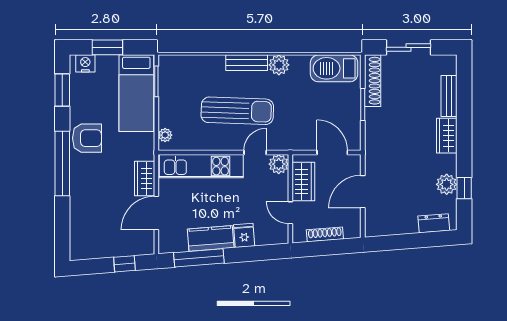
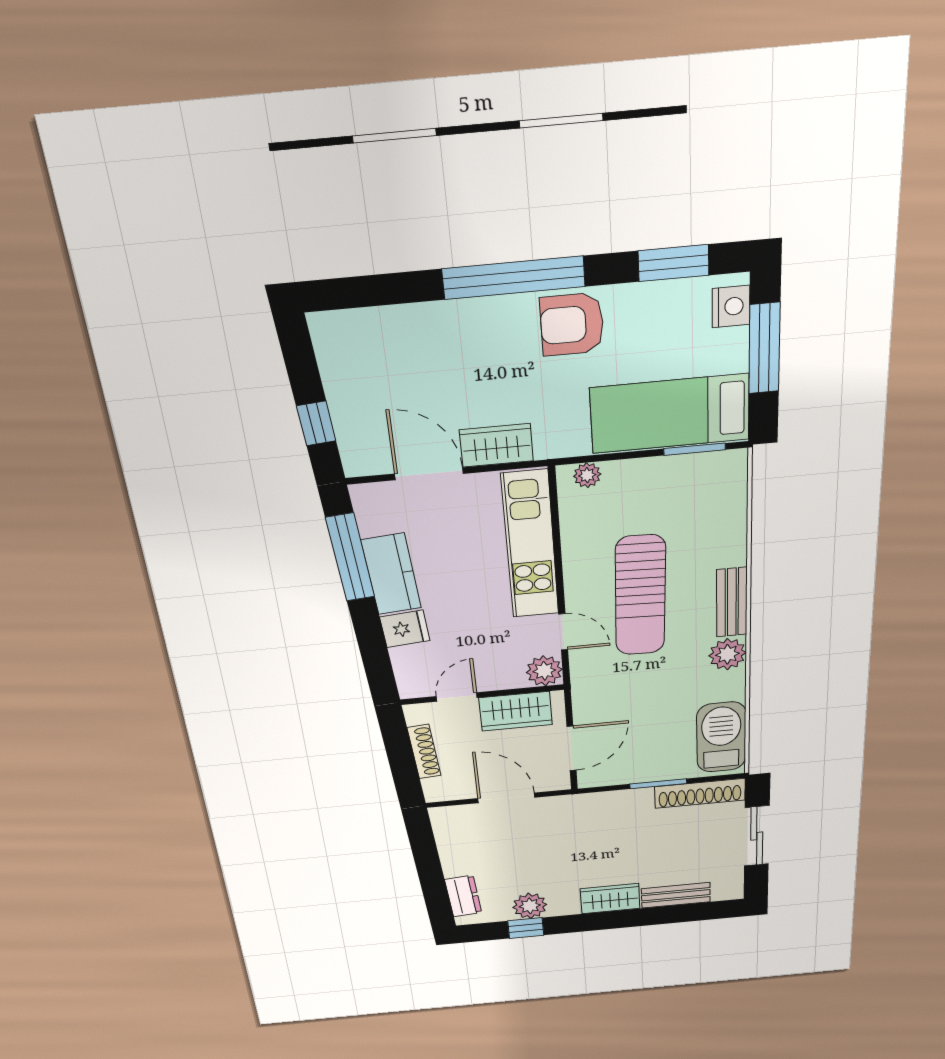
window: (107, 47) -> (764, 348), width x1.44
armchair: (87, 138) -> (572, 324), turned 90

